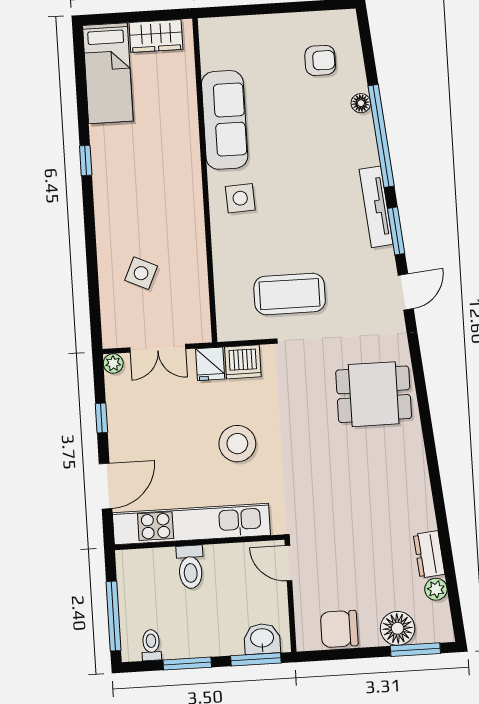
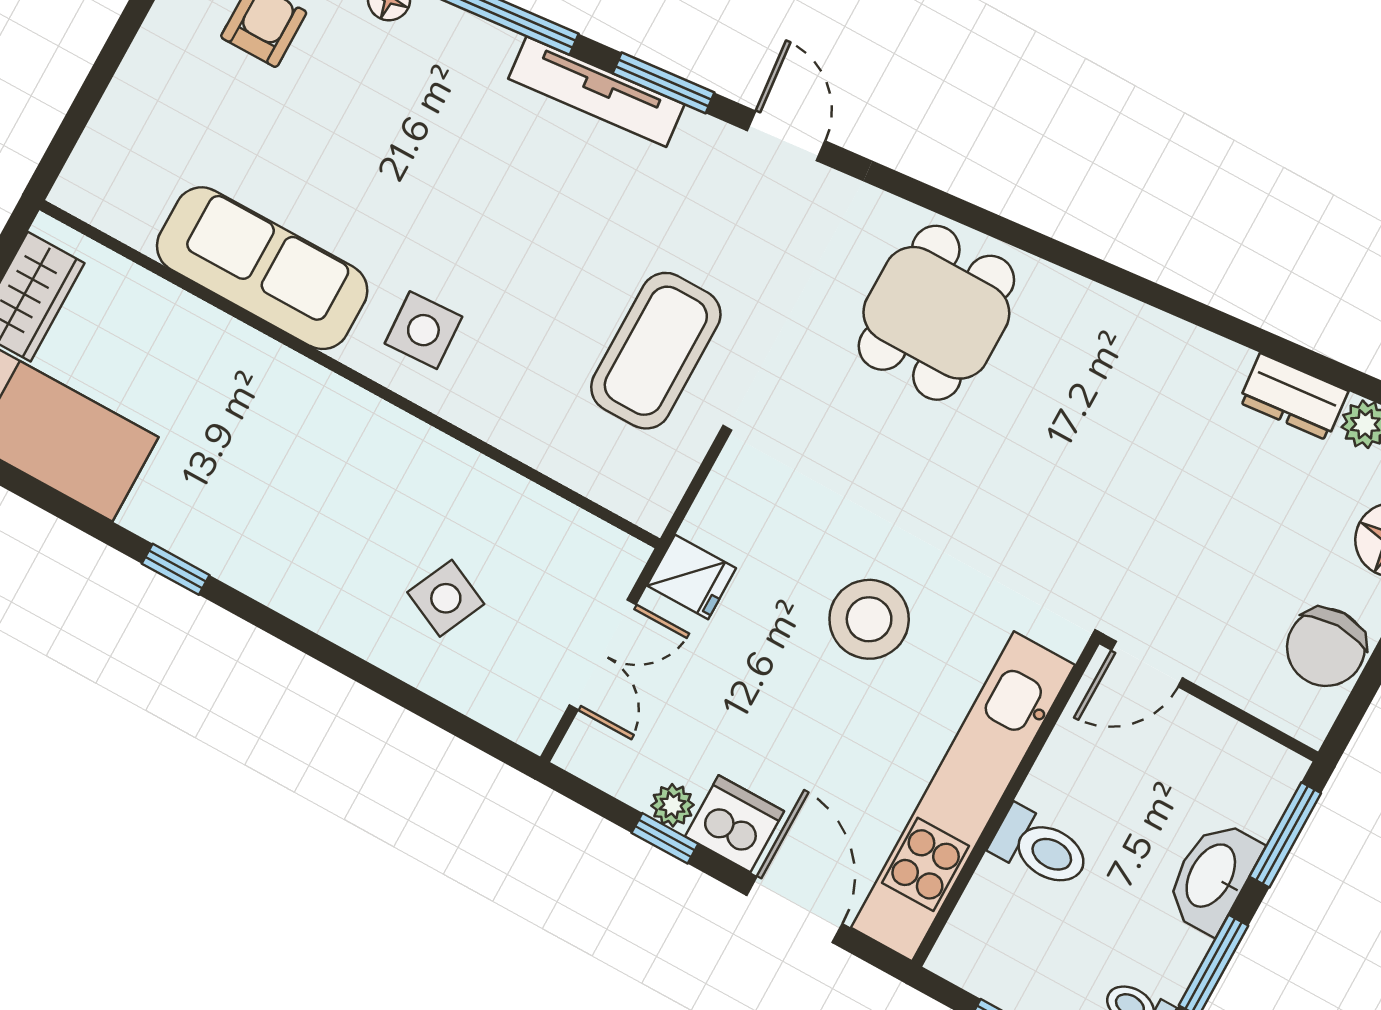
dishwasher: (243, 362) -> (734, 824), moved, turned -90
plant: (113, 363) -> (673, 805), moved
washbasin: (262, 639) -> (1212, 877), moved, width x1.38

